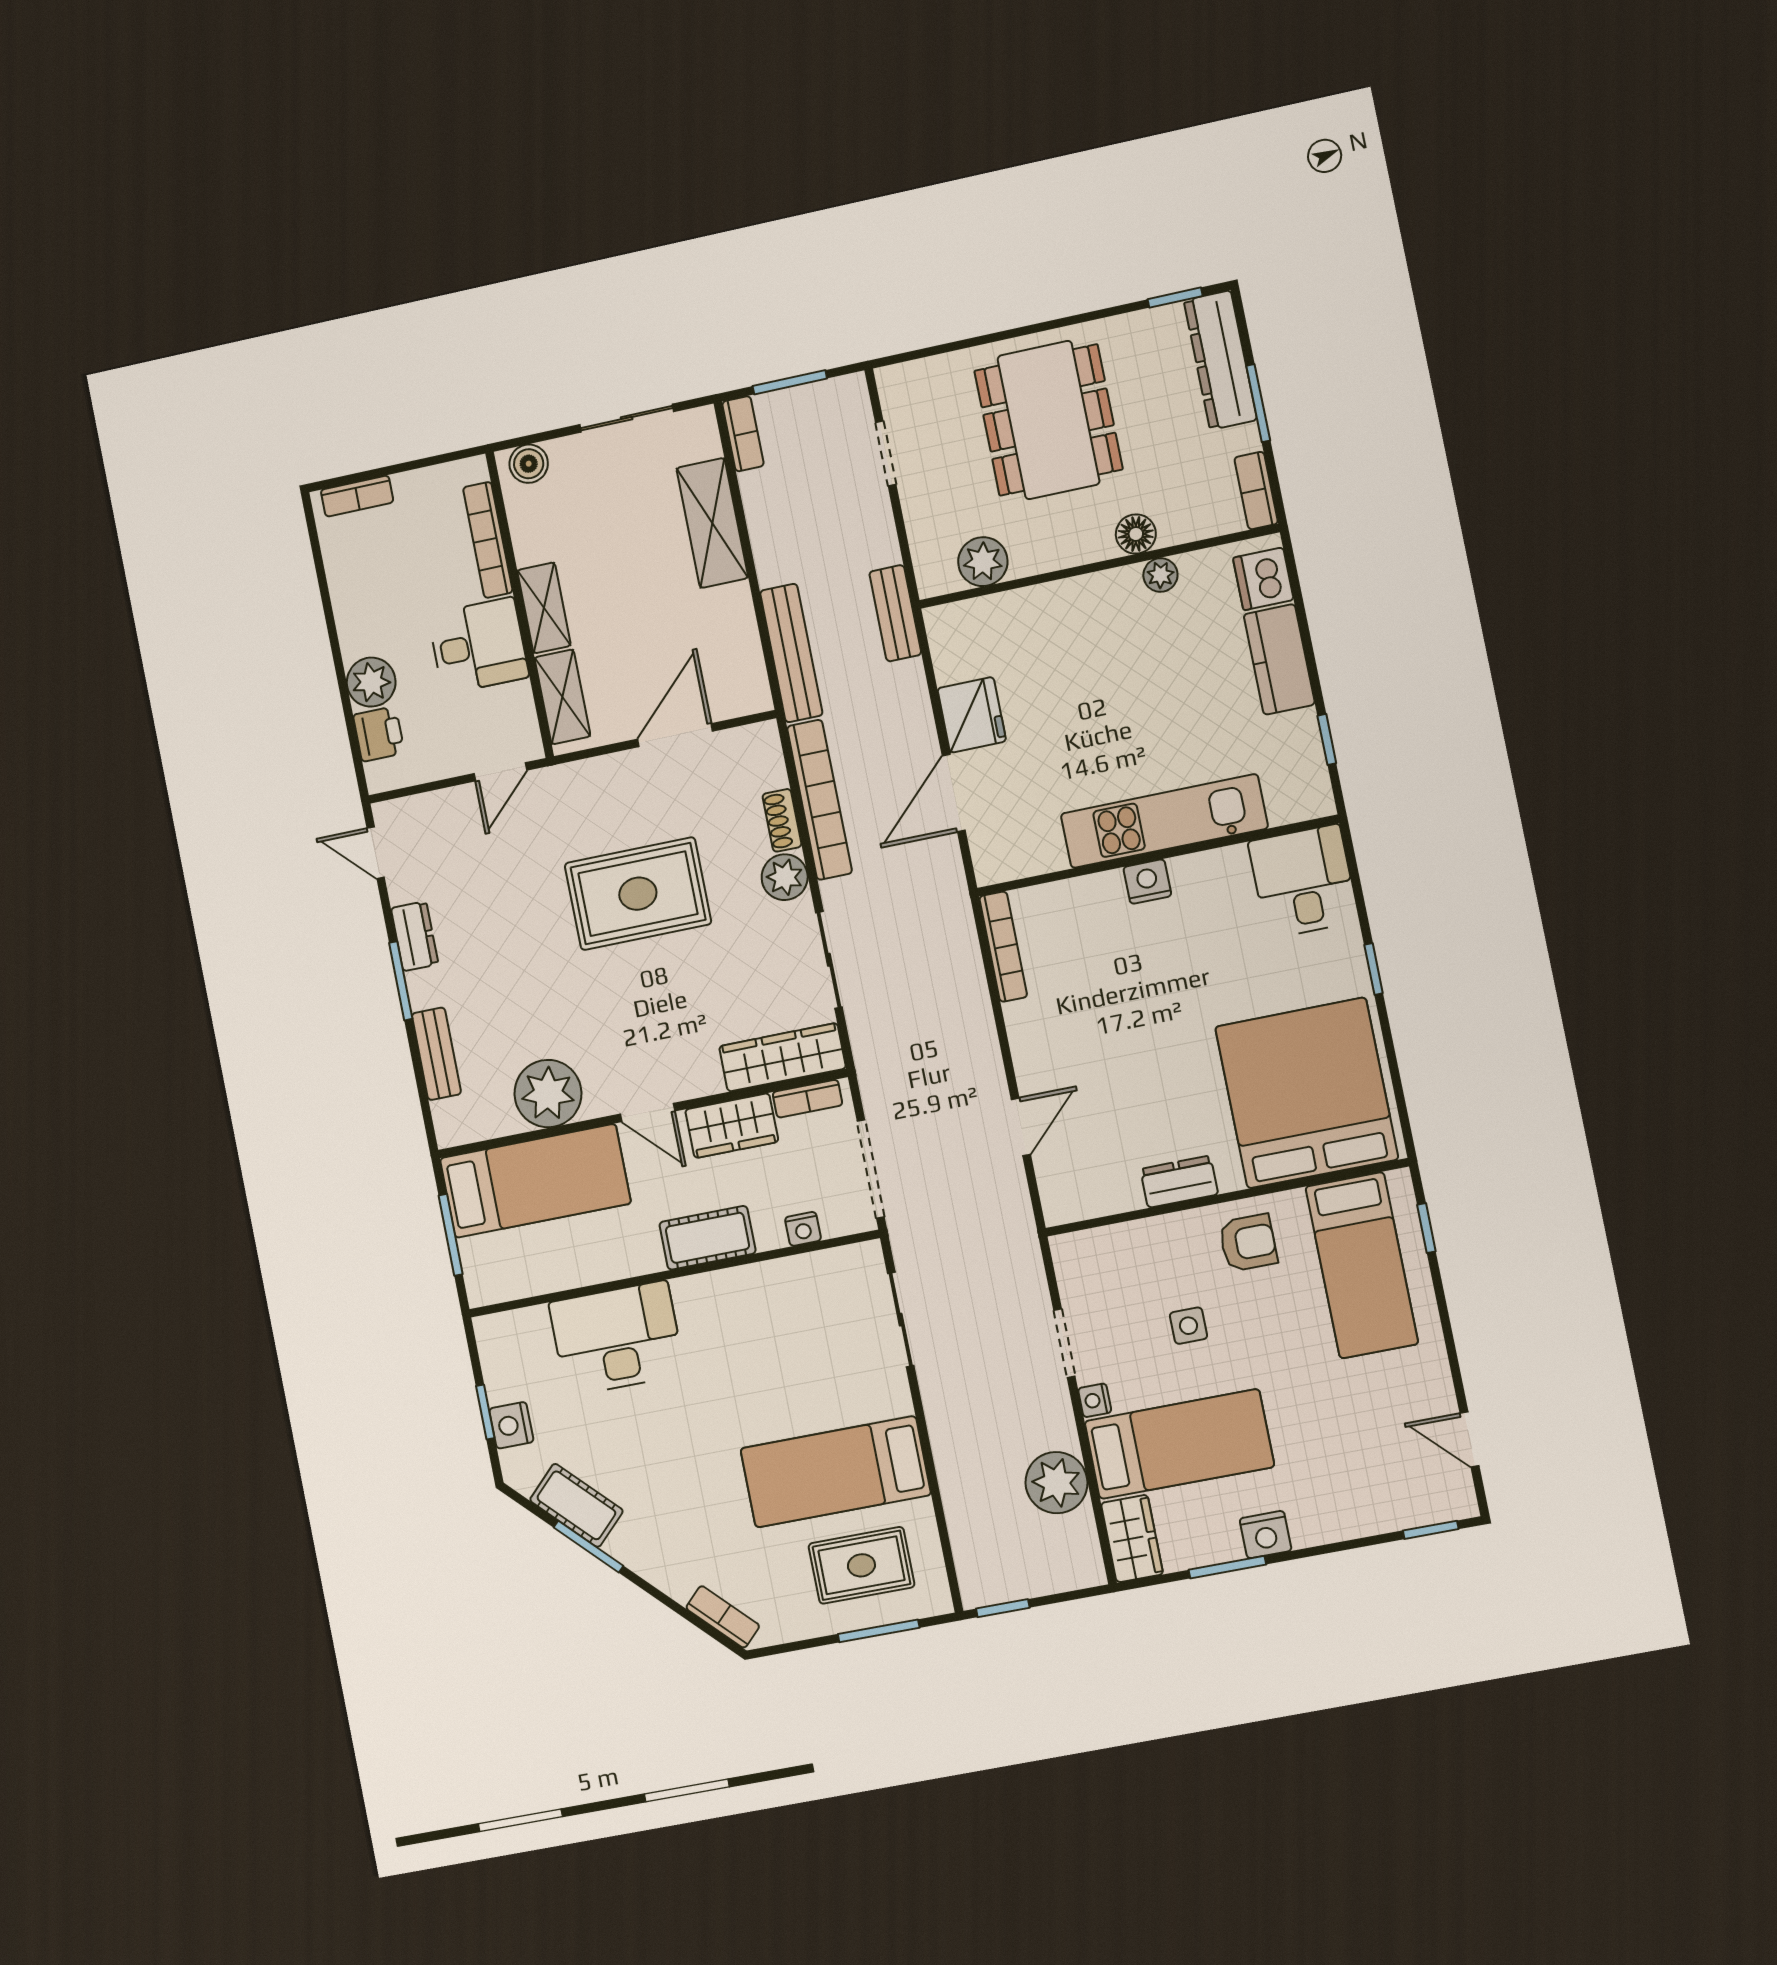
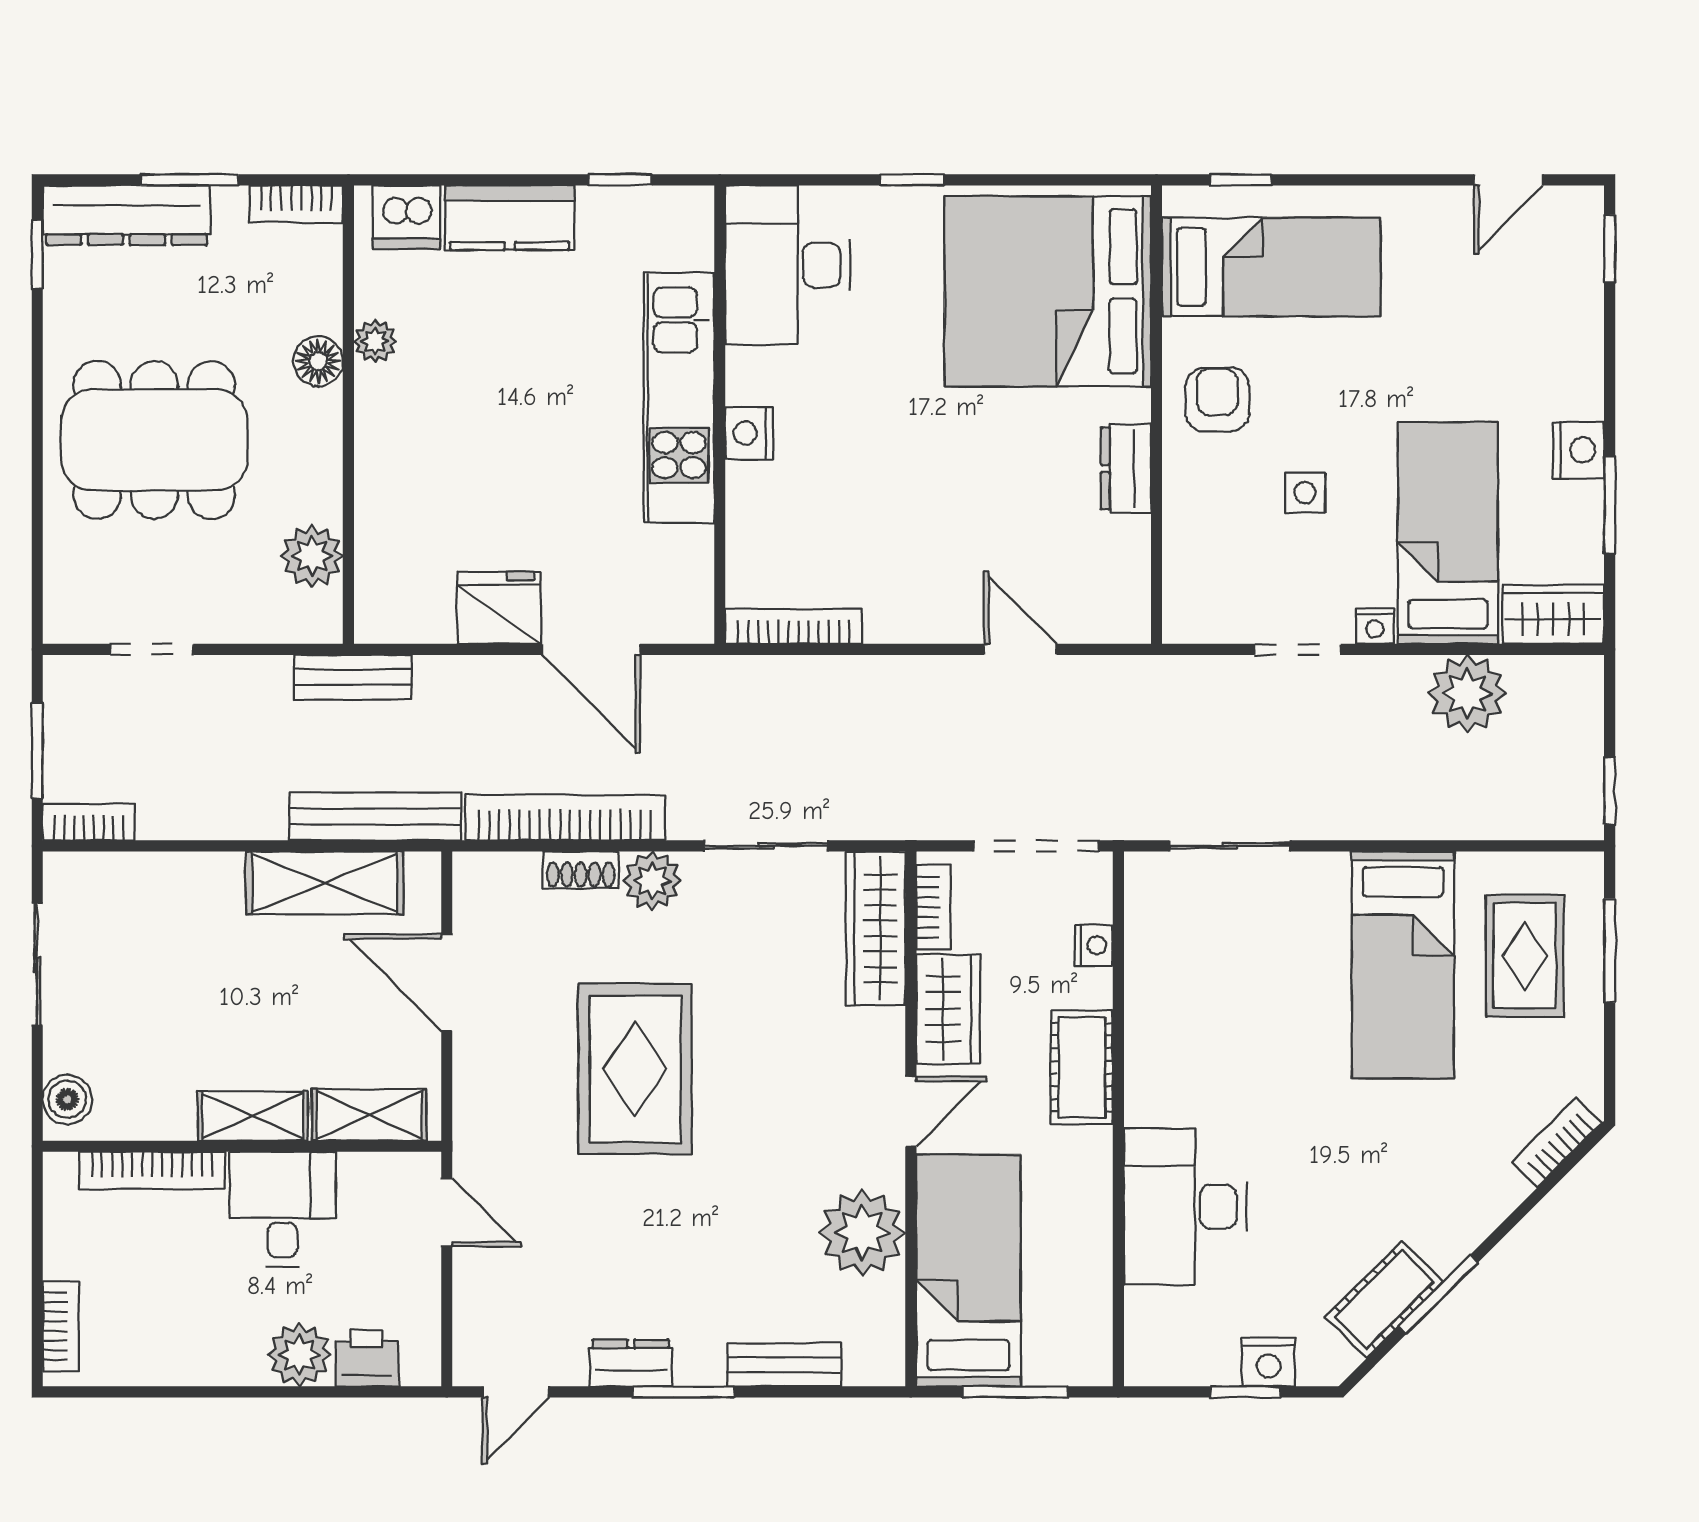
shelving: (712, 523) -> (325, 883), moved
desk: (1303, 881) -> (788, 265), width x1.37

